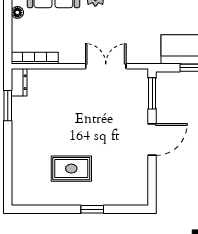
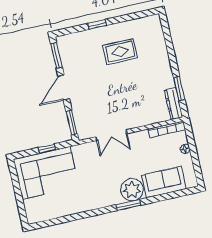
floor lamp: (17, 12) -> (185, 149), moved
dresser: (19, 82) -> (173, 104), width x1.44
window: (152, 182) -> (57, 55), added

